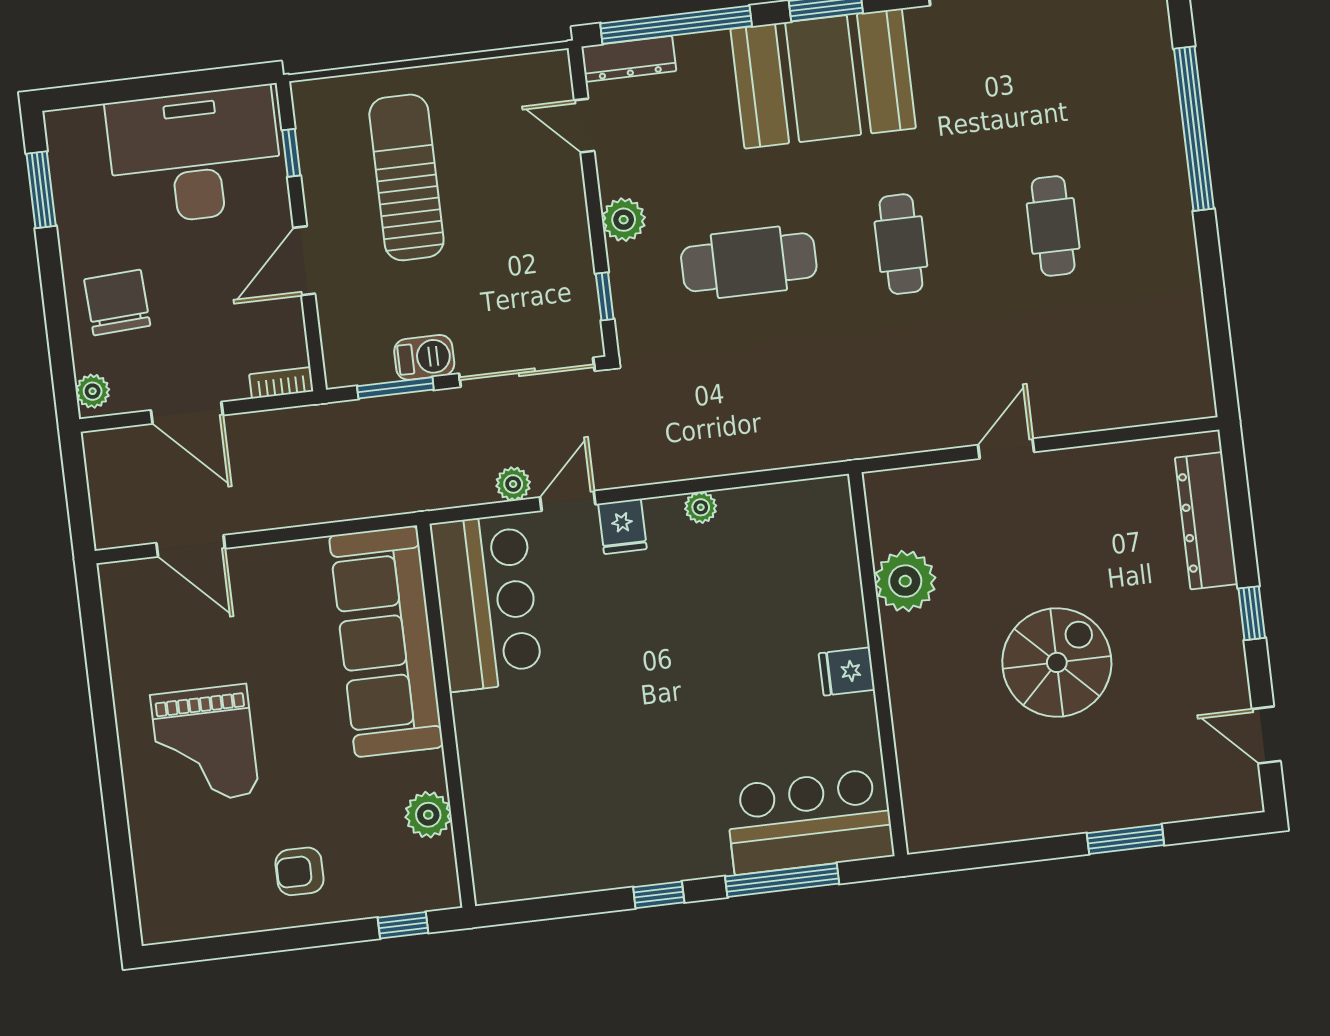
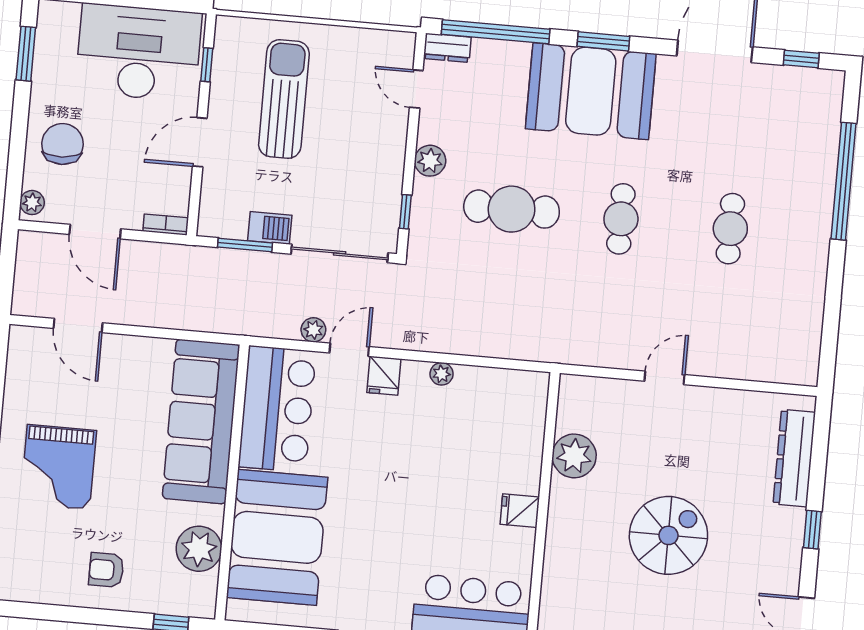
dresser: (629, 59) -> (447, 48), width x0.70
booth: (523, 778) -> (277, 537), added
plant: (428, 815) -> (199, 549), width x1.36, depth x1.36

